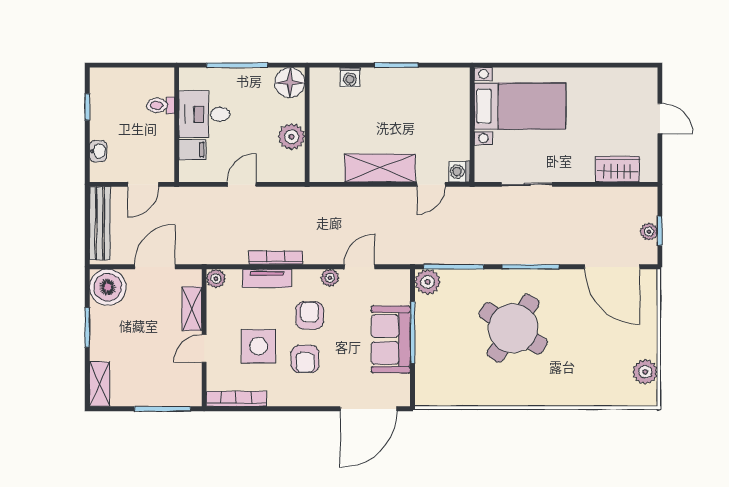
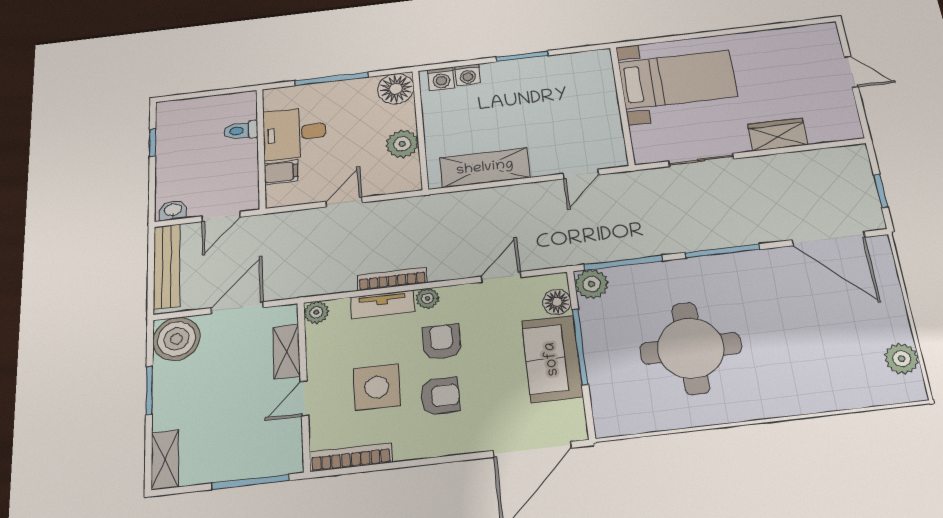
washbasin: (98, 151) -> (173, 210), moved, turned -90
shelving: (380, 168) -> (485, 168), moved
wardrobe: (617, 169) -> (778, 135), moved
washing machine: (459, 172) -> (441, 79), moved, turned -90
plant: (649, 232) -> (867, 193), removed
plant: (330, 278) -> (428, 298), moved
floor lamp: (400, 293) -> (557, 302), added
round table: (513, 328) -> (691, 348), moved, turned -33
armchair: (305, 359) -> (440, 396), turned -90

